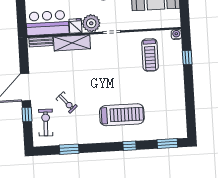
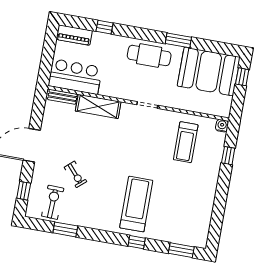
plant: (91, 23) -> (126, 89), removed
fridge: (76, 26) -> (107, 88), removed
window: (27, 115) -> (24, 191), moved
treadmill: (122, 115) -> (136, 204), turned -90
exercise bike: (46, 123) -> (53, 202), moved

